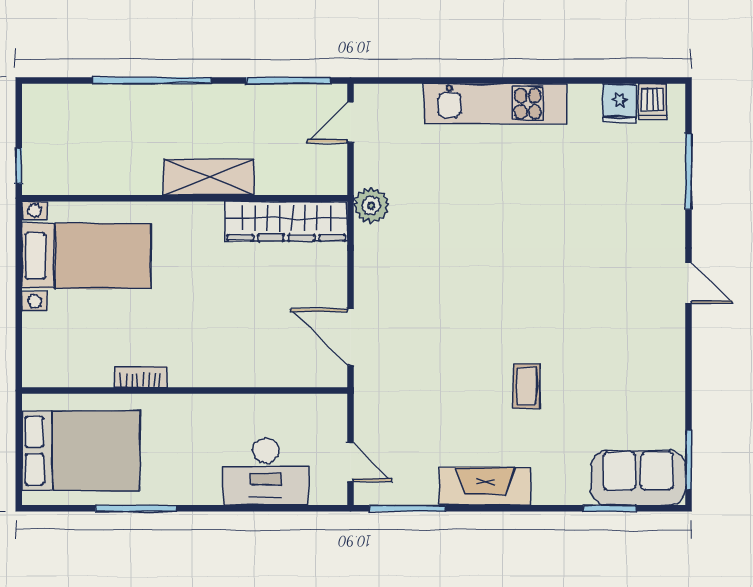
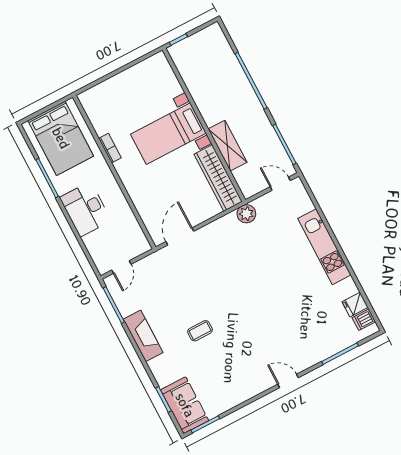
shelving: (209, 177) -> (228, 146), moved
bed with nightstands: (86, 256) -> (168, 134), moved, turned 90
door: (688, 283) -> (288, 381), swing flipped
desk: (266, 472) -> (85, 209), moved

